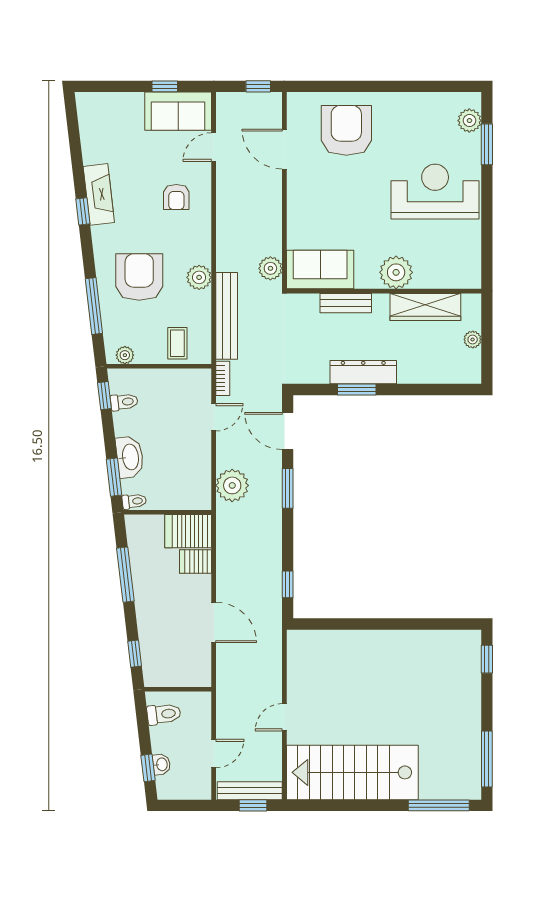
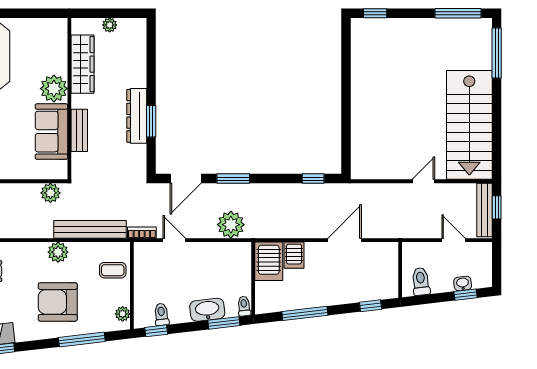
sofa: (320, 269) -> (51, 132), moved
door: (284, 717) -> (423, 181), swing flipped

